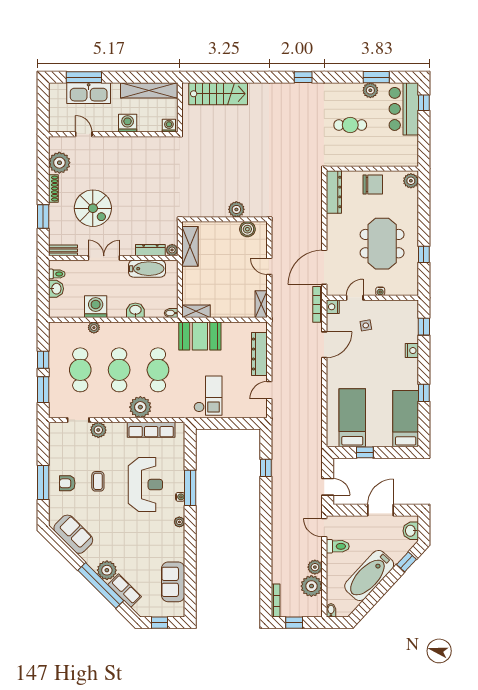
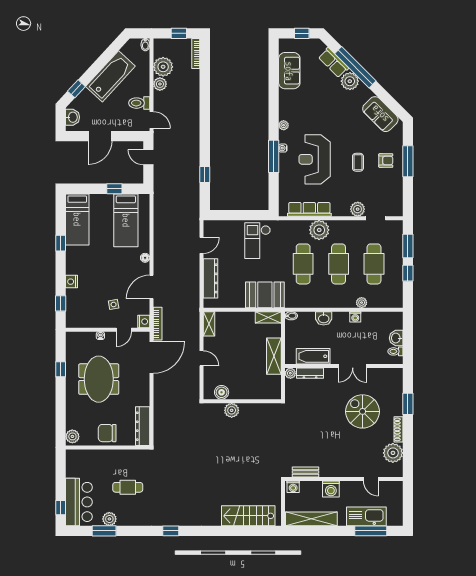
shelving: (190, 246) -> (274, 356), moved
bench: (63, 250) -> (306, 472), moved
washing machine: (96, 307) -> (355, 317), width x0.53, depth x0.53
floor lamp: (331, 377) -> (145, 258), added

